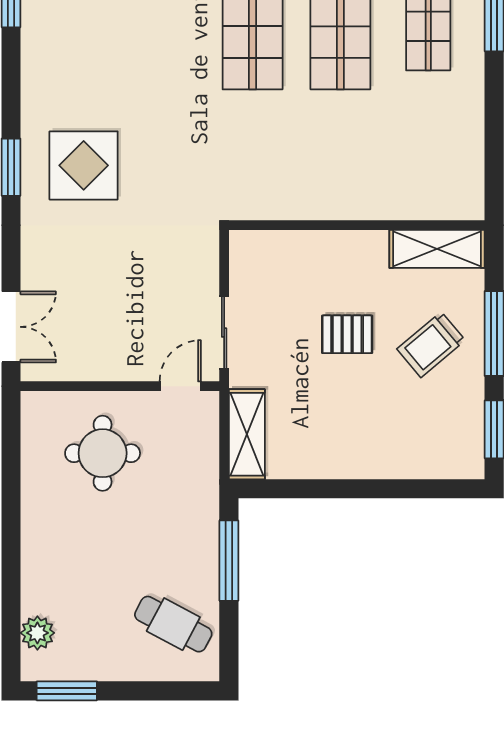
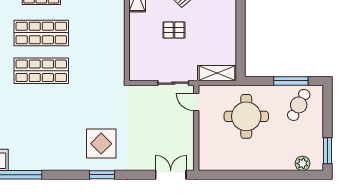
pallet: (347, 334) -> (174, 30), turned 90
round table: (103, 453) -> (246, 116), moved, width x1.36, depth x1.36
window: (229, 561) -> (291, 81), moved

